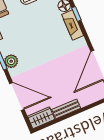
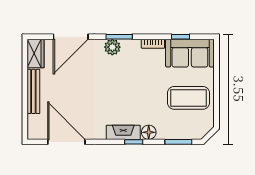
bench: (66, 109) -> (33, 91), width x1.36

